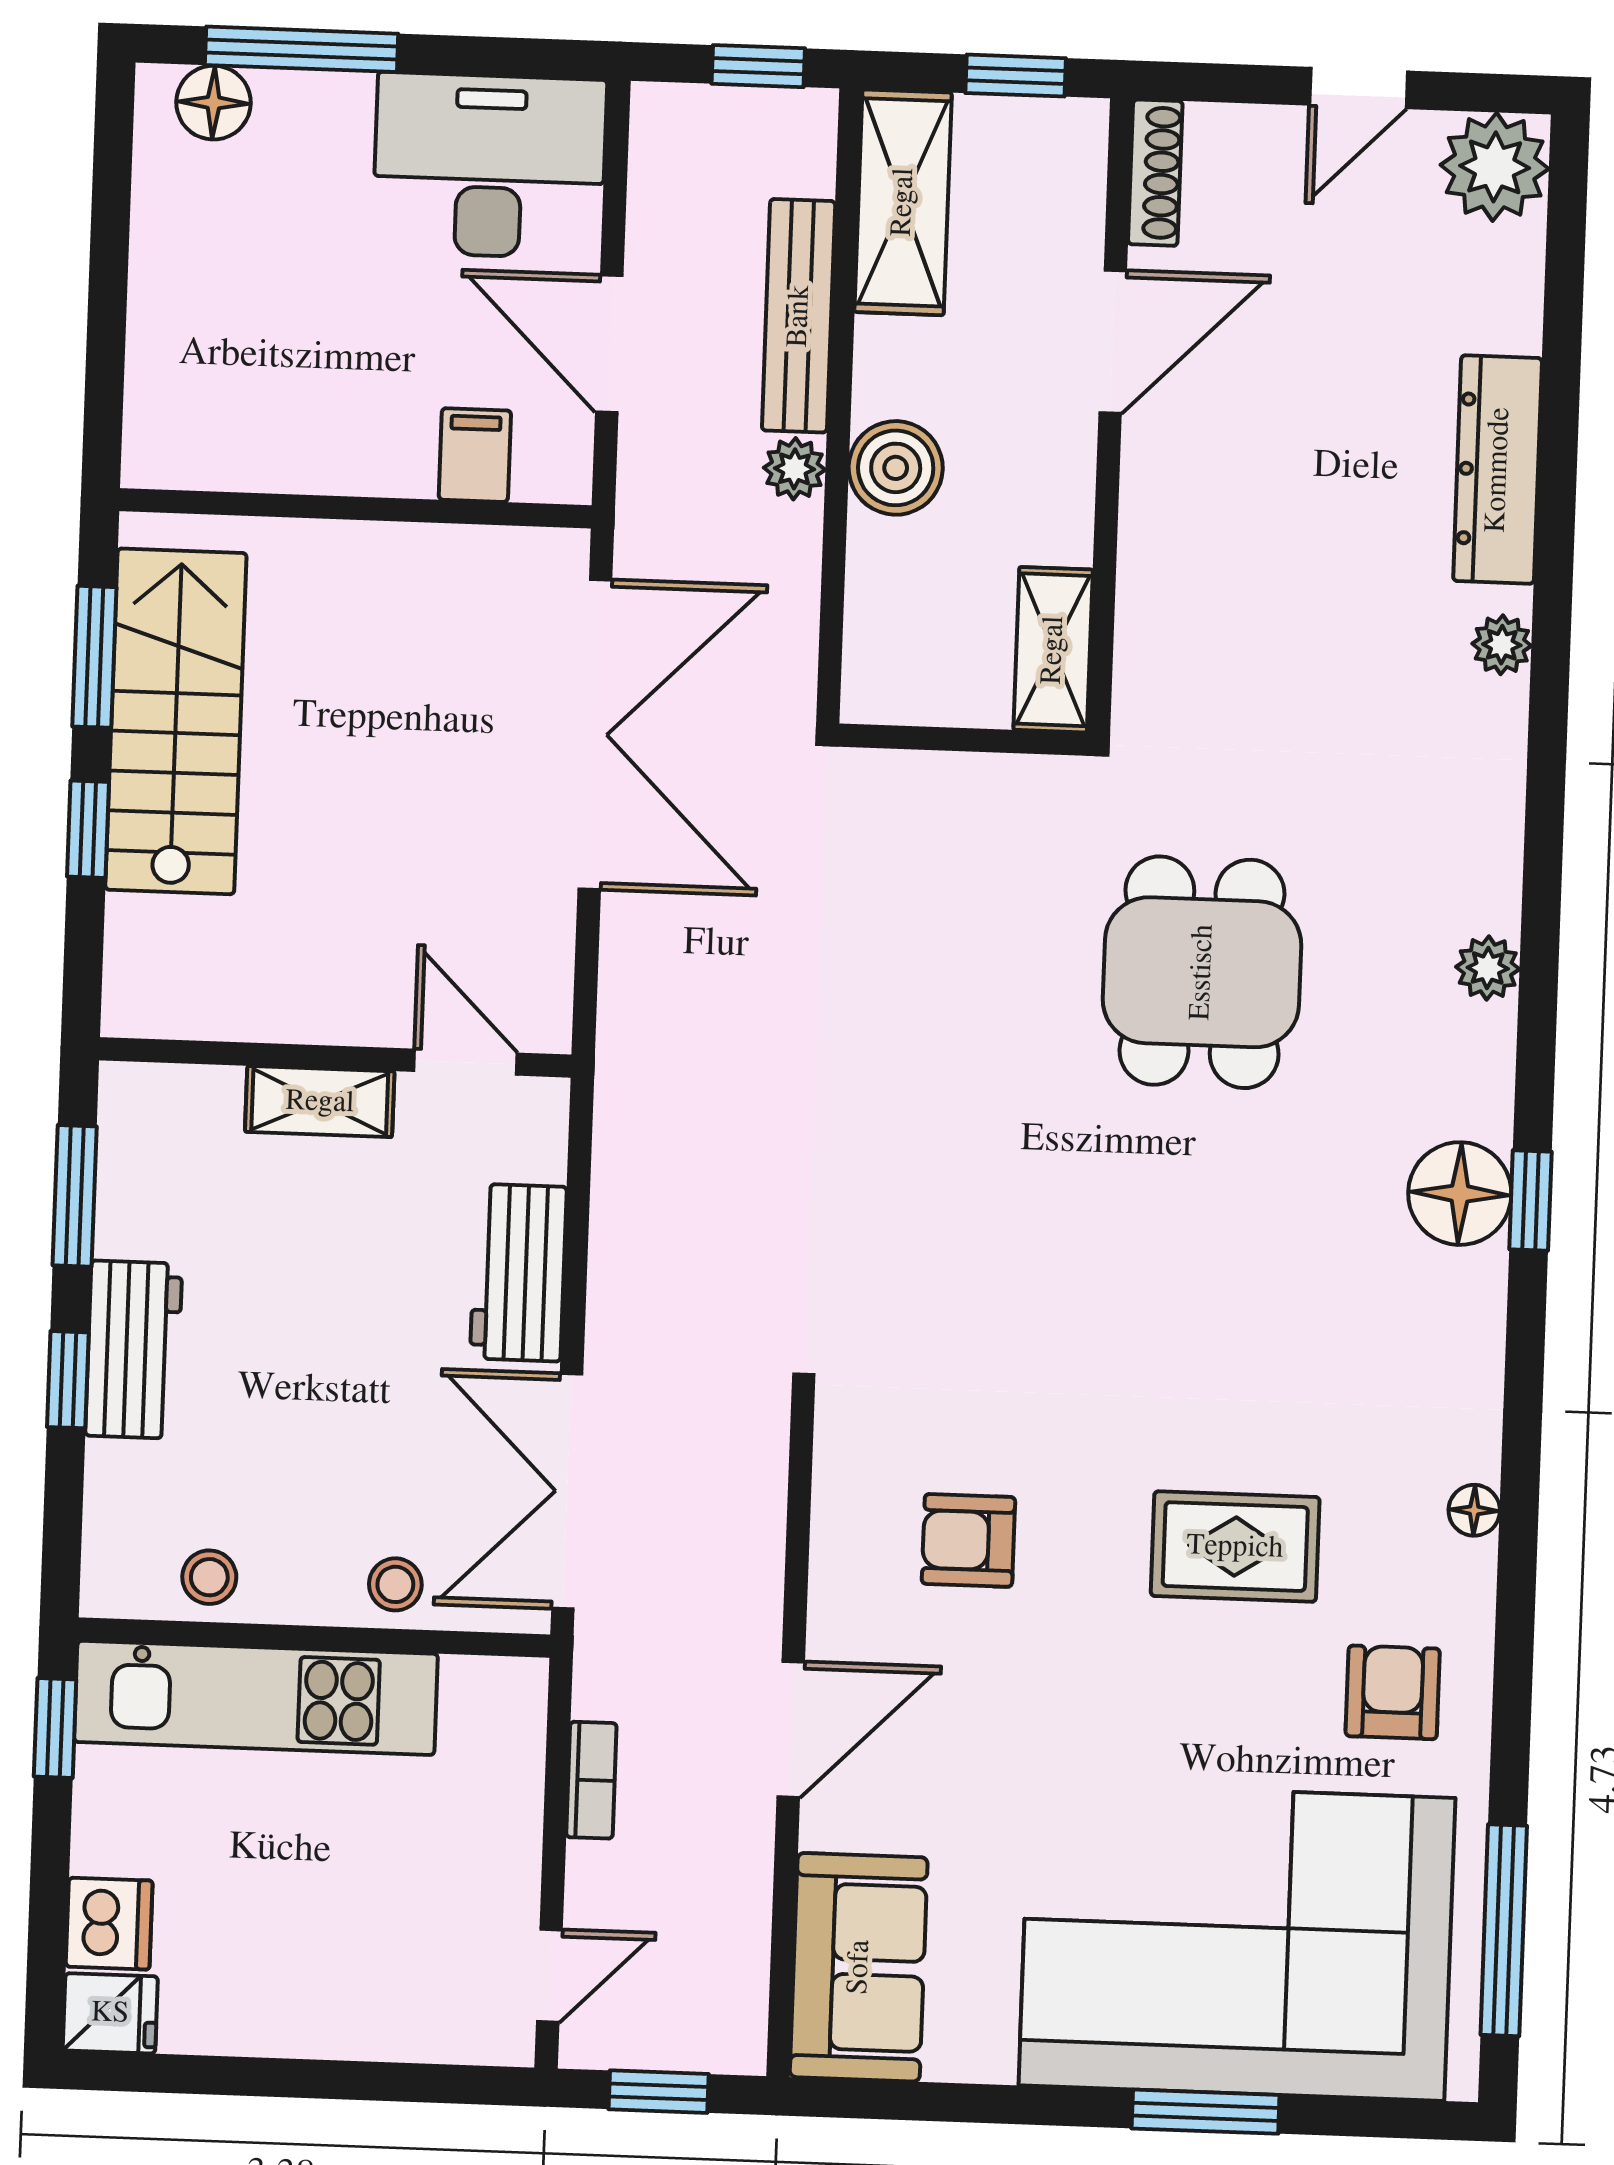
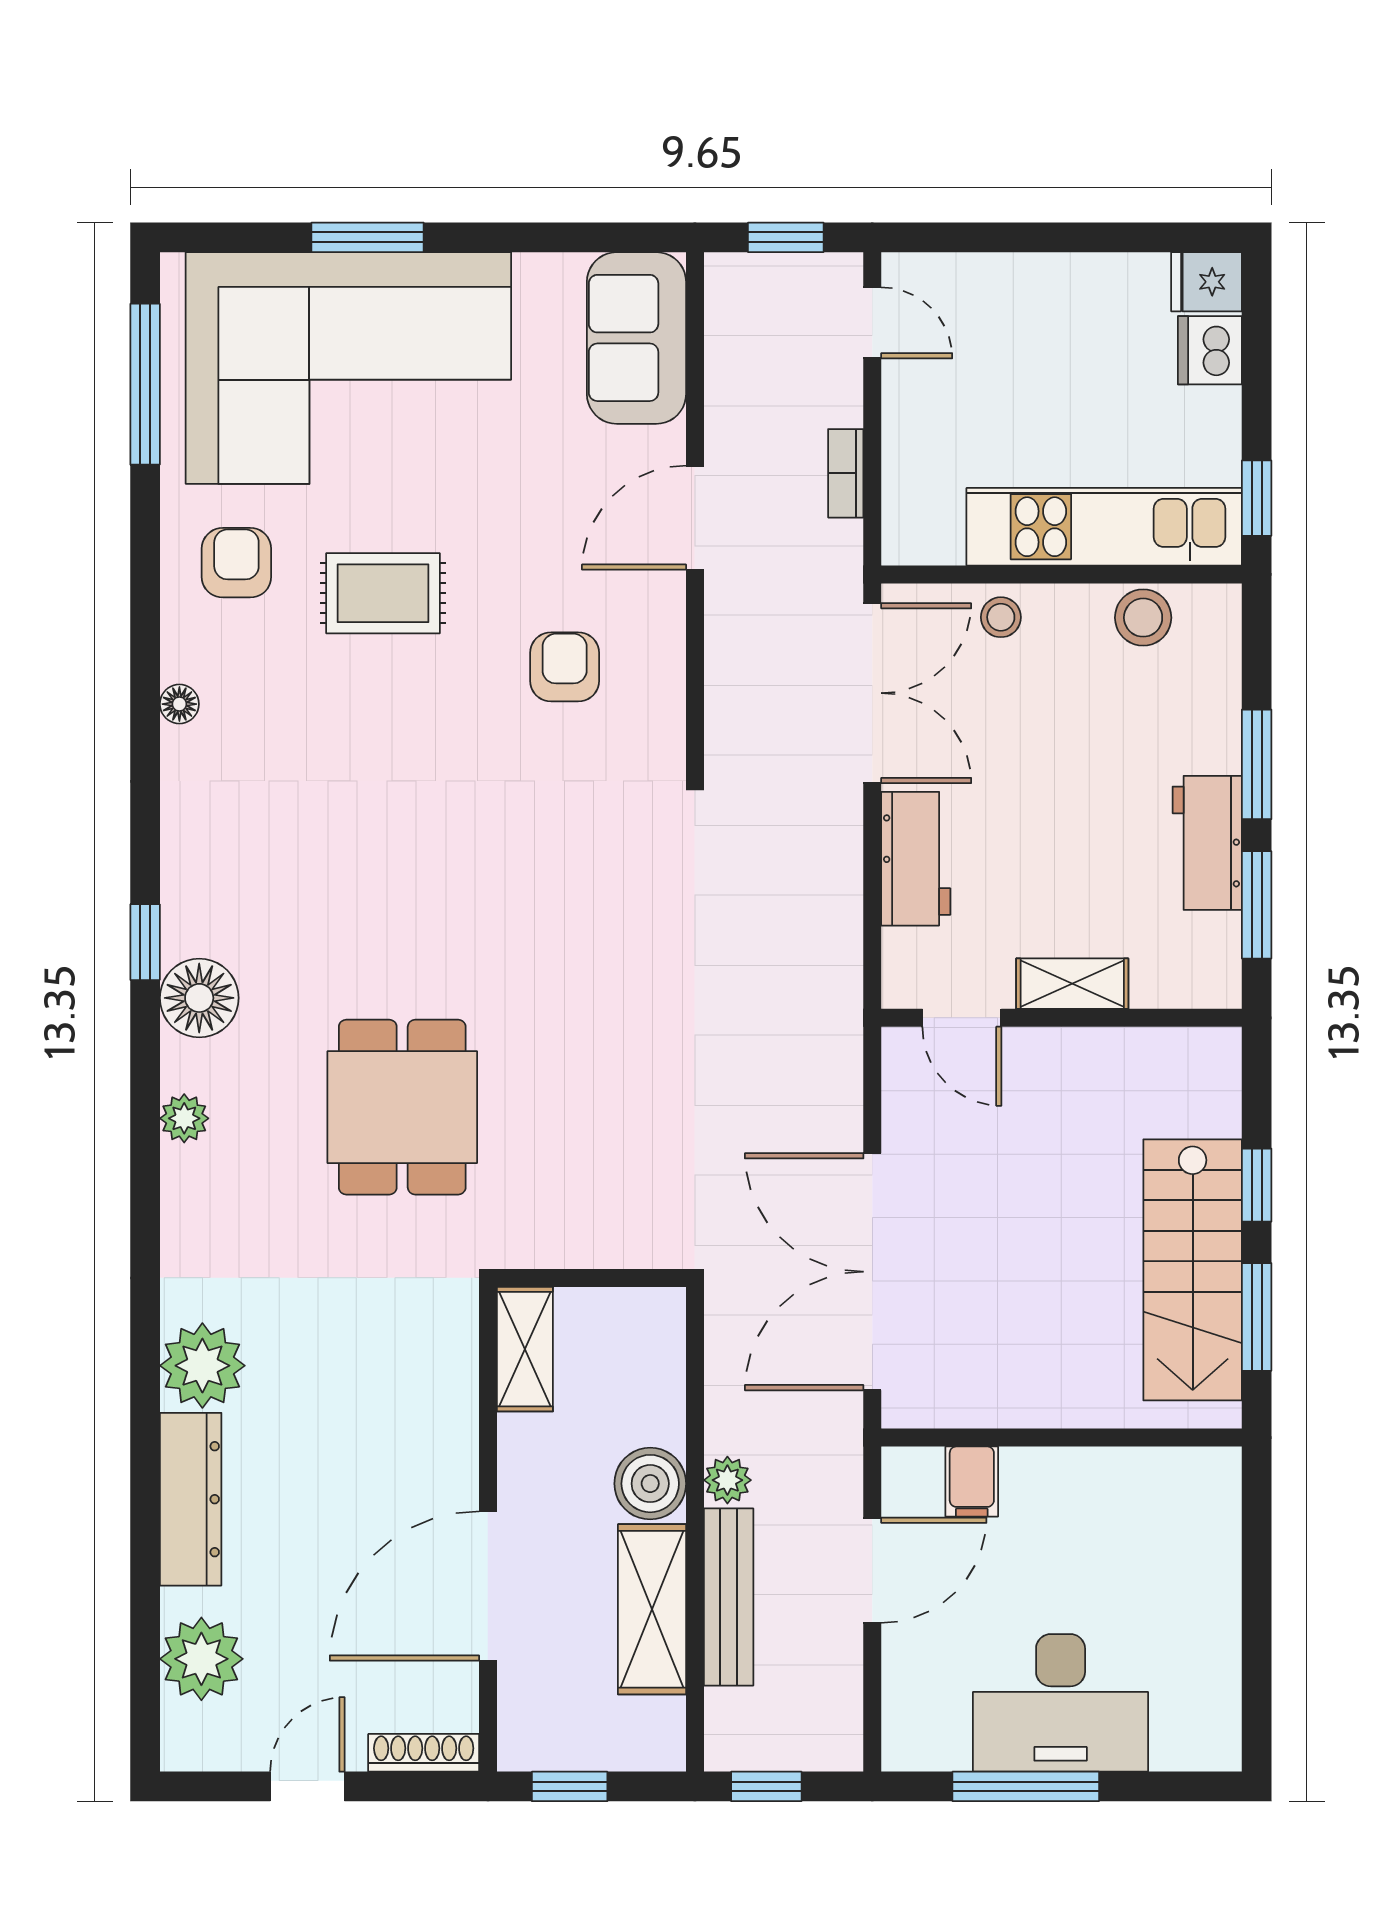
window: (302, 49) -> (1026, 1786), moved
floor lamp: (213, 103) -> (1181, 1743), removed
desk: (489, 166) -> (1061, 1703), moved
plant: (1495, 167) -> (201, 1659), moved
shoe rack: (1155, 173) -> (424, 1753), moved, turned 90
shelving: (903, 202) -> (652, 1609), moved
door: (1113, 342) -> (488, 1586), width x1.36
door: (609, 344) -> (872, 1570), hinge flipped
plant: (1502, 645) -> (202, 1366), width x1.88, depth x1.88
floor lamp: (1460, 1194) -> (199, 998), moved
workbench: (134, 1350) -> (1207, 843), moved
window: (68, 1380) -> (1257, 764), width x1.50
armchair: (968, 1540) -> (565, 667), turned -90
rug: (1235, 1547) -> (383, 593), moved
stool: (209, 1577) -> (1143, 618), width x1.37, depth x1.37
armchair: (1393, 1692) -> (236, 563), turned 180
door: (549, 1976) -> (872, 323), swing flipped

